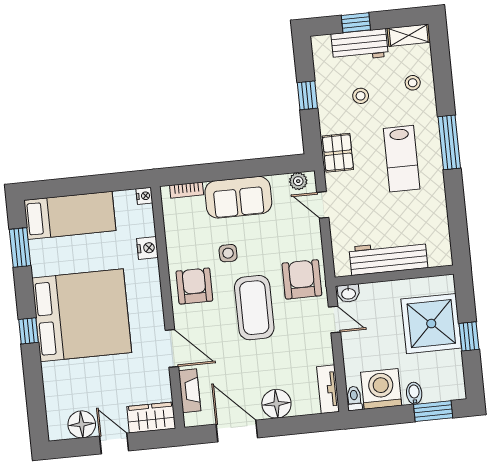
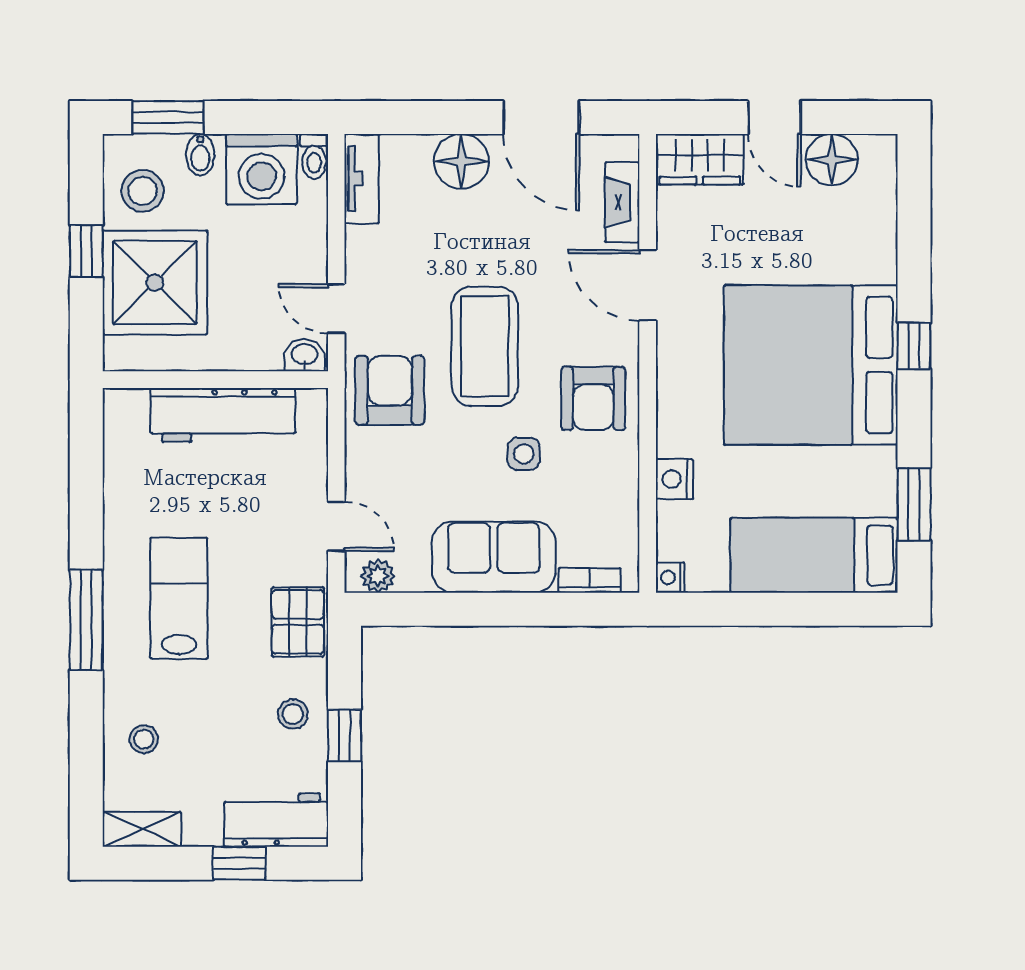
workbench: (360, 45) -> (276, 820), moved
stool: (361, 96) -> (293, 714), moved
armchair: (302, 279) -> (390, 390), turned 180
stool: (443, 371) -> (143, 191), added

